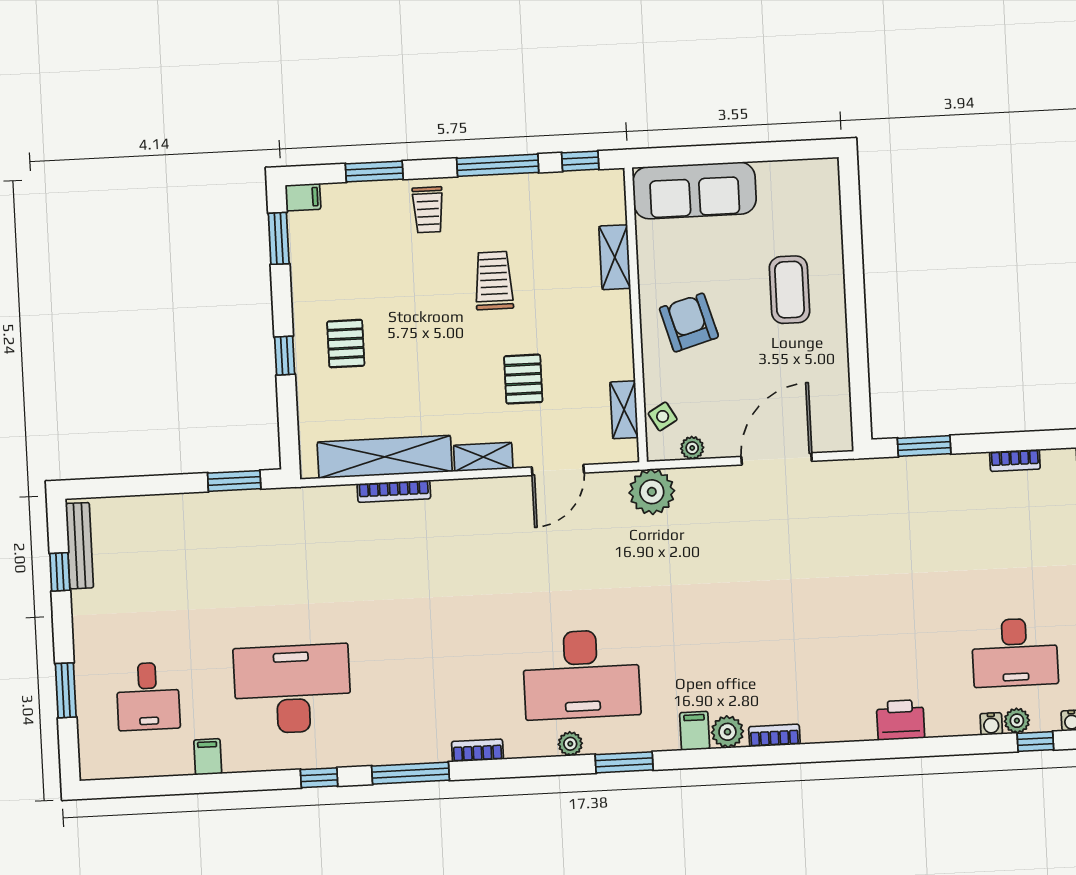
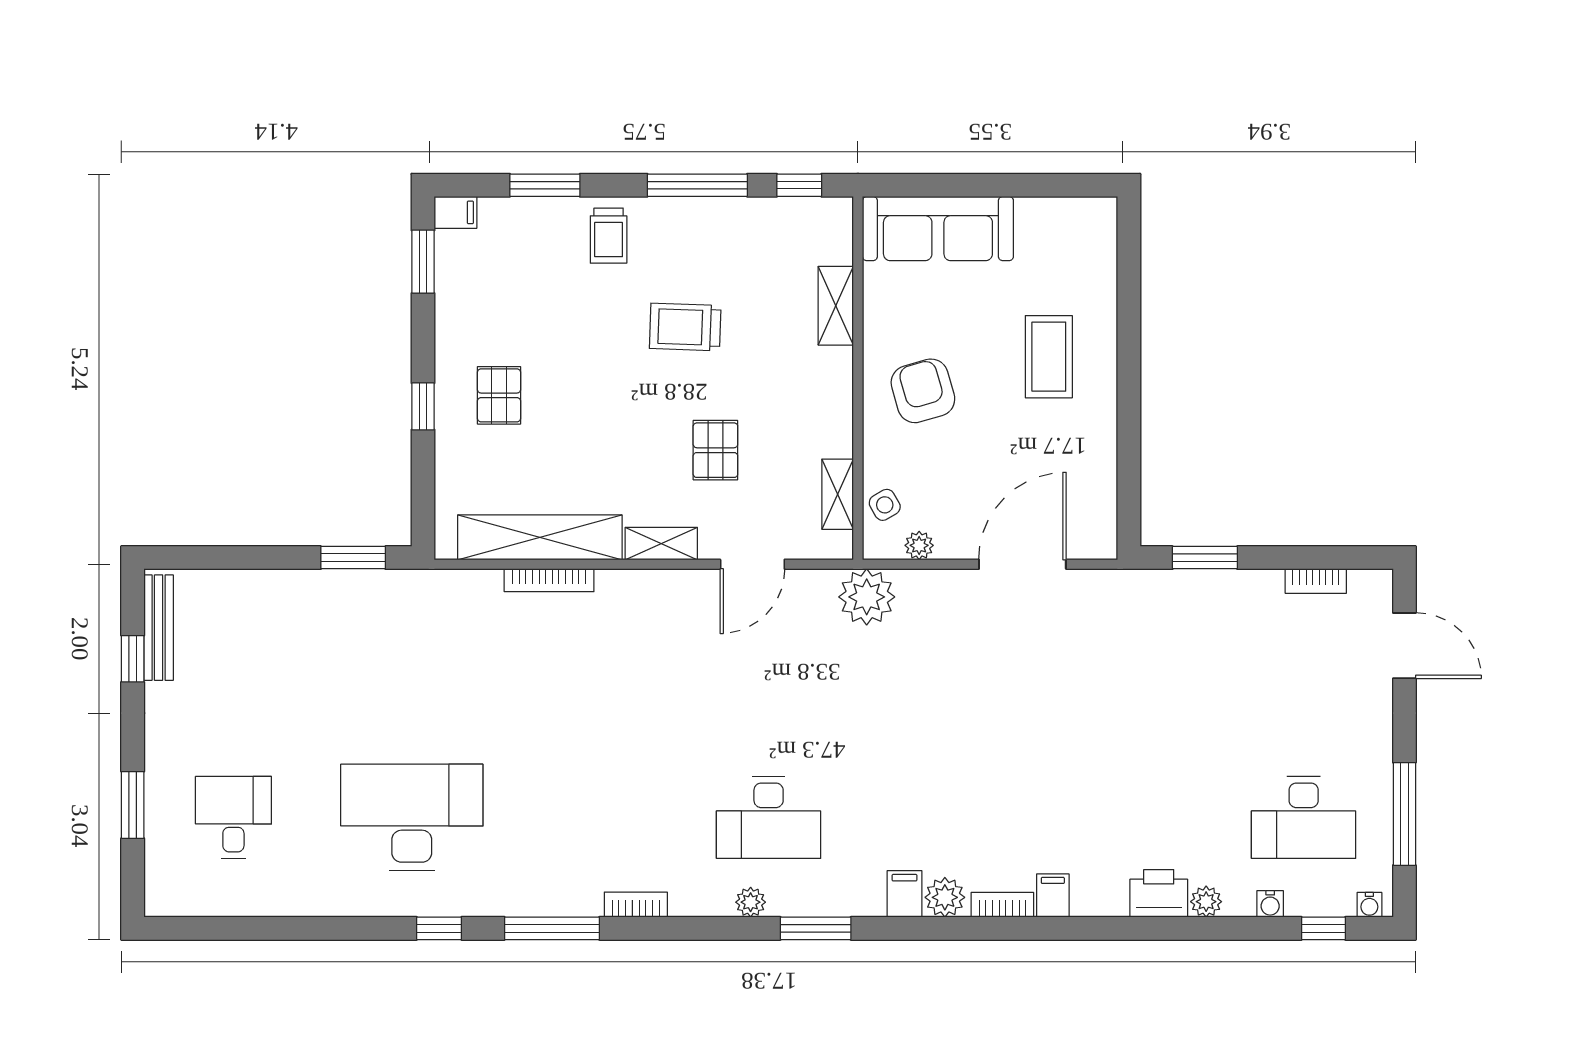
trolley: (494, 281) -> (685, 327), turned -88
desk: (581, 674) -> (769, 817), width x0.73, depth x0.77
desk: (148, 696) -> (233, 817), turned 180
plant: (1017, 721) -> (1206, 902), moved
filing cabinet: (208, 757) -> (1053, 896), moved

